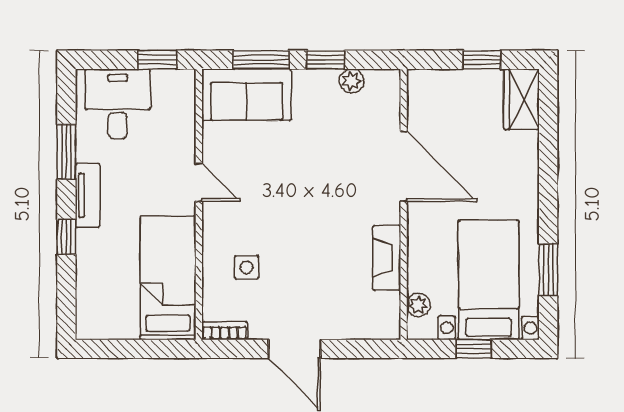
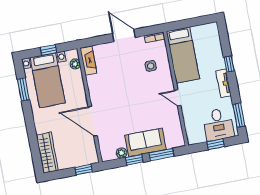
window: (157, 60) -> (216, 144), moved
window: (482, 60) -> (84, 170), moved
sofa: (246, 95) -> (145, 142), moved
wardrobe: (521, 99) -> (47, 153), width x1.50
window: (66, 152) -> (239, 115), moved
fireplace: (387, 258) -> (88, 60), moved

